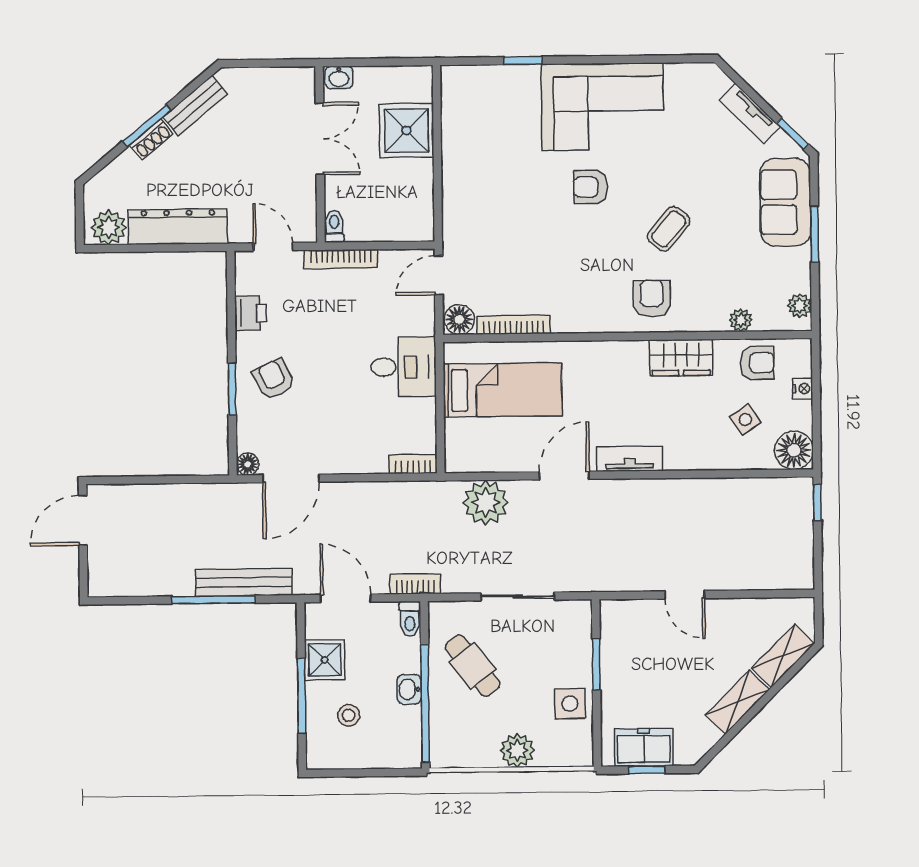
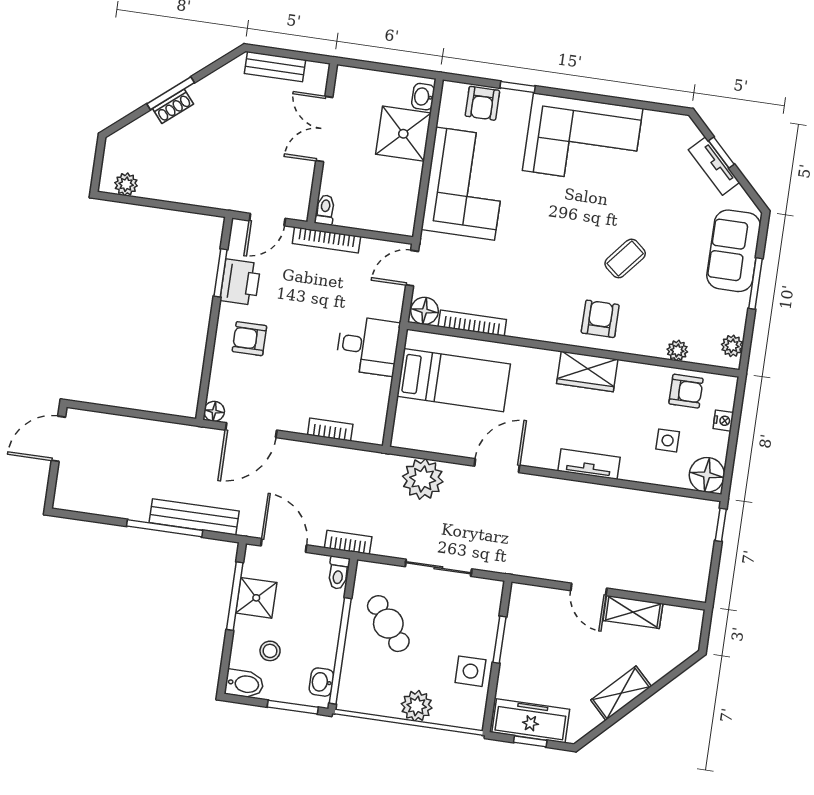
washbasin: (339, 77) -> (423, 97), moved, turned 90
bench: (195, 106) -> (275, 67), moved, turned 40
window: (792, 134) -> (721, 152), moved
double door: (320, 139) -> (324, 129), swing flipped
corner sofa: (482, 174) -> (465, 184), added
armchair: (591, 187) -> (482, 103), moved, turned -90
plant: (109, 227) -> (126, 184), width x0.73, depth x0.73
dresser: (178, 227) -> (185, 188), removed
door: (273, 247) -> (267, 220), swing flipped
printer: (250, 313) -> (240, 282), width x1.36, depth x1.24
wardrobe: (681, 358) -> (587, 371), moved
armchair: (274, 379) -> (249, 339), turned -64
window: (232, 389) -> (221, 273), moved
side table: (745, 420) -> (668, 440), turned 34
tv unit: (630, 459) -> (589, 464), moved
bookcase: (413, 464) -> (330, 429), moved
shelving: (783, 656) -> (633, 612), moved, turned 45
washbasin: (409, 689) -> (321, 682), moved
window: (302, 696) -> (235, 596), moved
freezer: (644, 747) -> (531, 721), width x1.40
bidet: (326, 755) -> (244, 684), added
window: (383, 773) -> (293, 707), added

